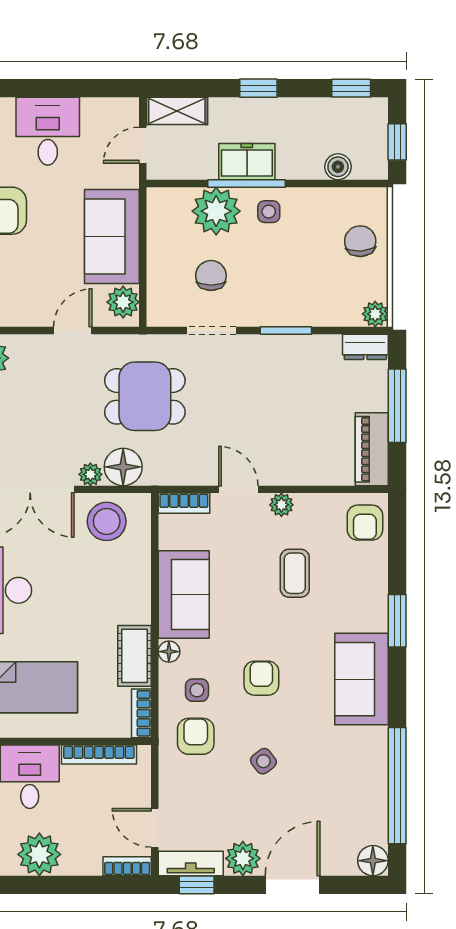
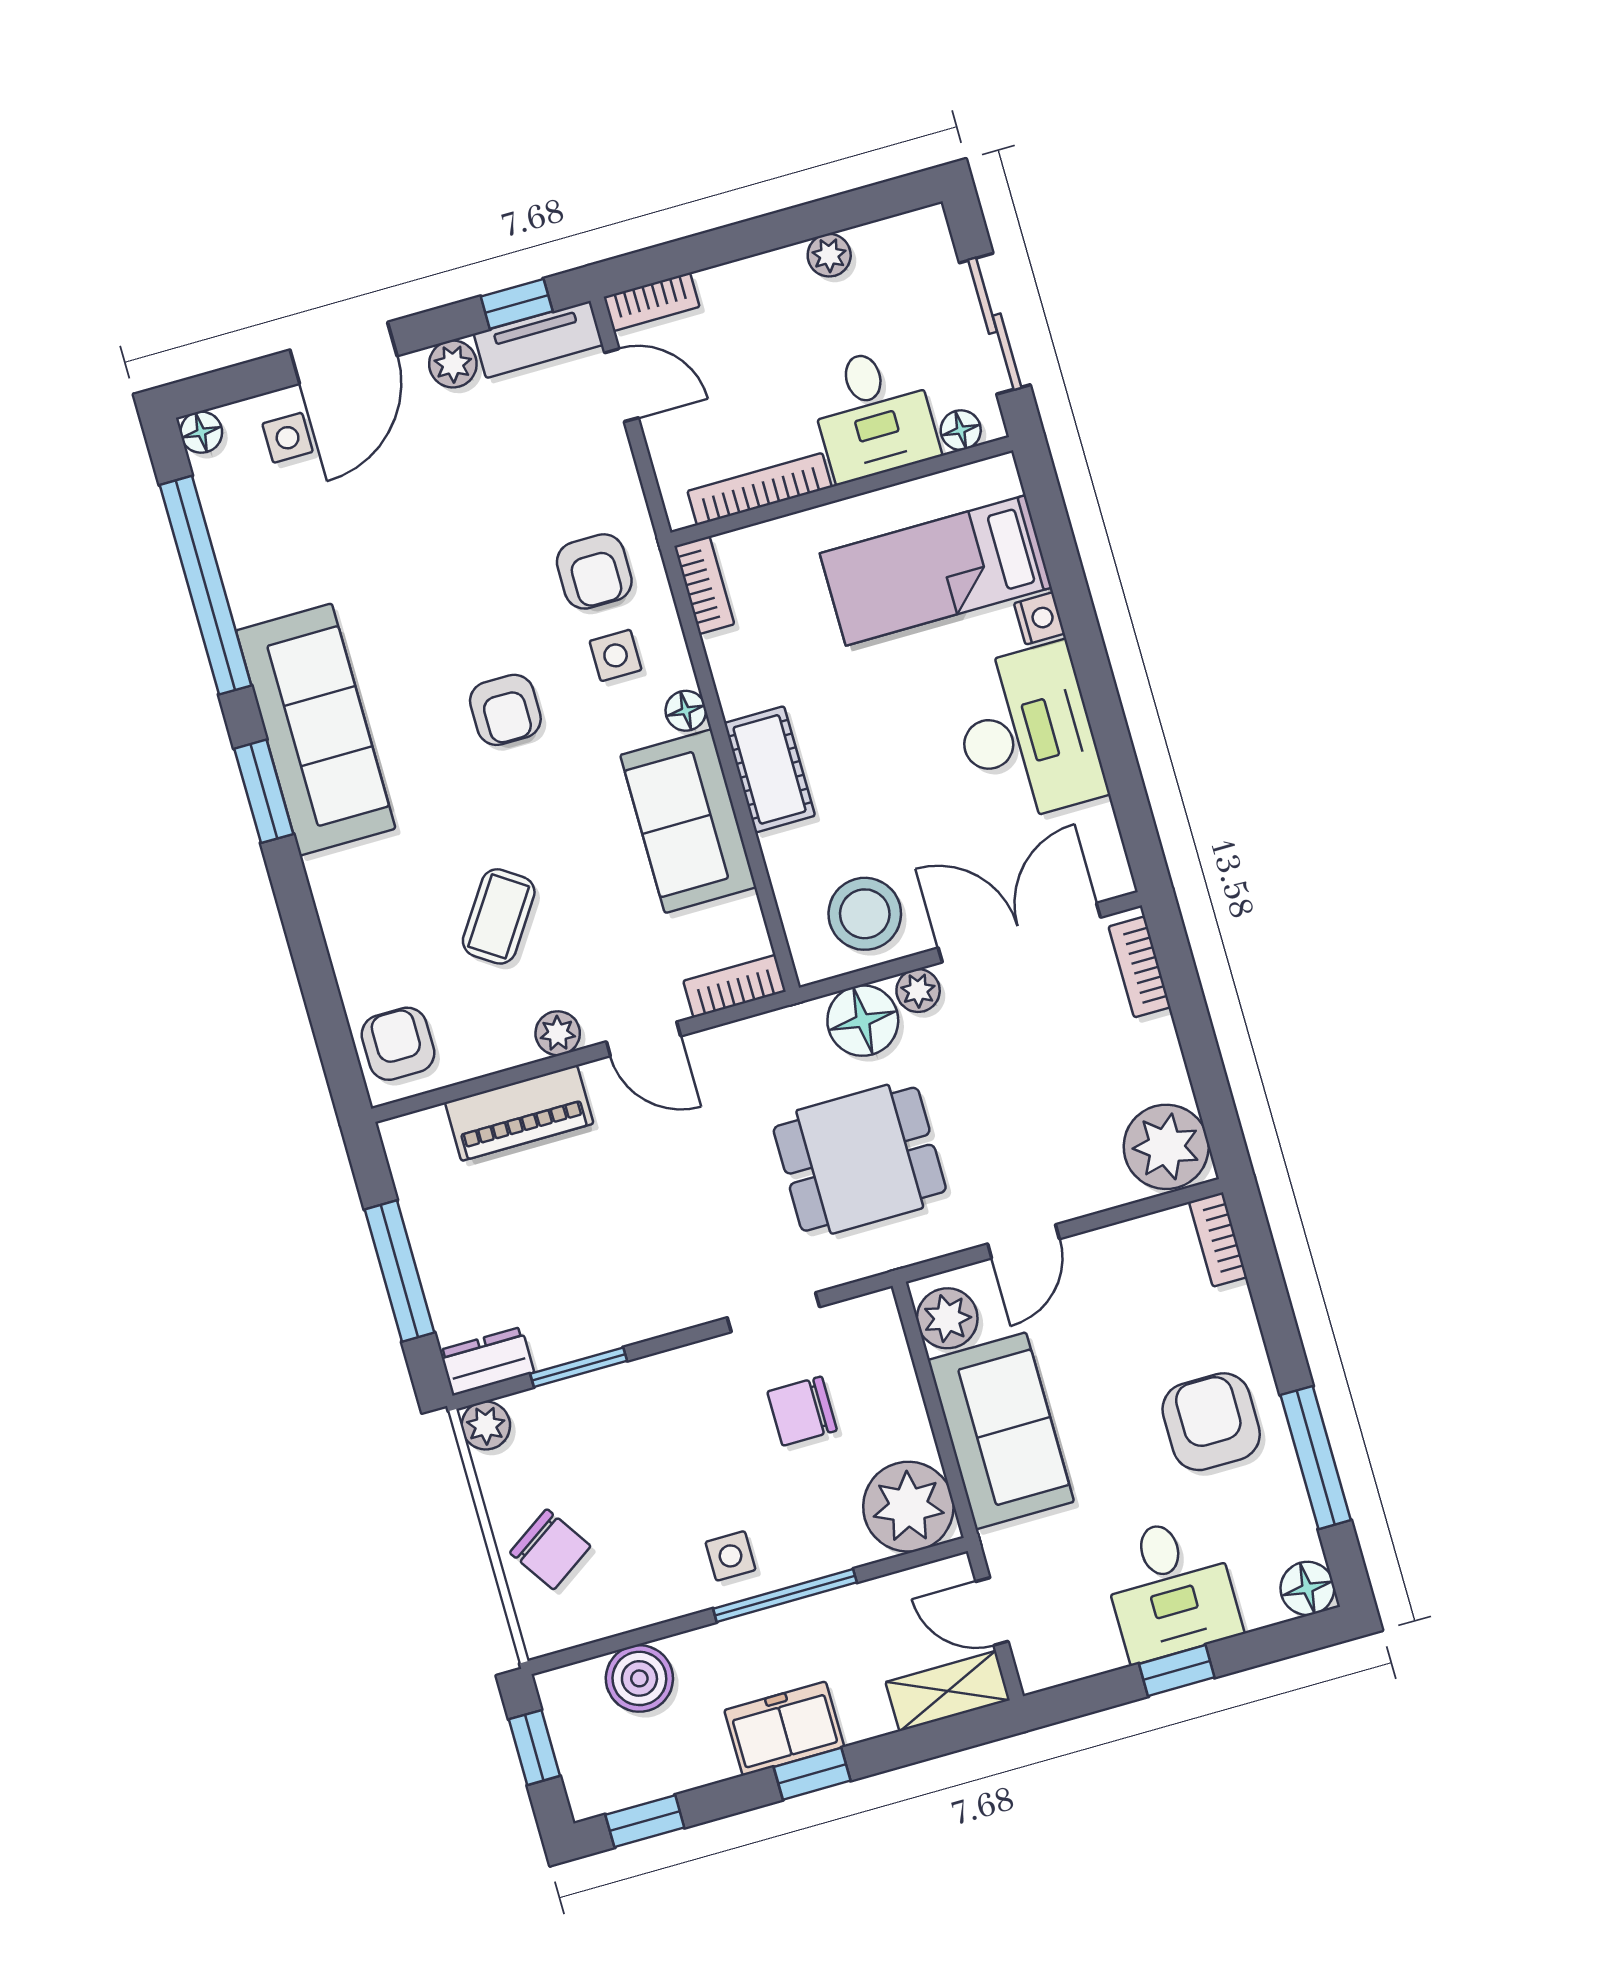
window: (56, 88) -> (1177, 1671), added
door: (143, 145) -> (992, 1611), swing flipped
freezer: (247, 162) -> (784, 1729), moved, turned 180
boiler: (338, 167) -> (639, 1678), width x1.36, depth x1.36
plant: (216, 211) -> (908, 1507), moved
chair: (360, 241) -> (550, 1549), turned -30
chair: (211, 276) -> (802, 1411), turned 90
window: (286, 330) -> (579, 1367), moved
piano: (372, 449) -> (519, 1113), moved, turned 90
coffee table: (295, 573) -> (499, 916), turned 34
window: (397, 621) -> (264, 791), moved
cot: (135, 656) -> (770, 769), moved
sofa: (362, 679) -> (316, 730), width x1.36
side table: (263, 761) -> (288, 438), moved, turned 37
plant: (39, 854) -> (829, 255), width x0.53, depth x0.53
plant: (243, 858) -> (453, 364), width x0.73, depth x0.73
floor lamp: (373, 861) -> (201, 432), width x0.73, depth x0.73

